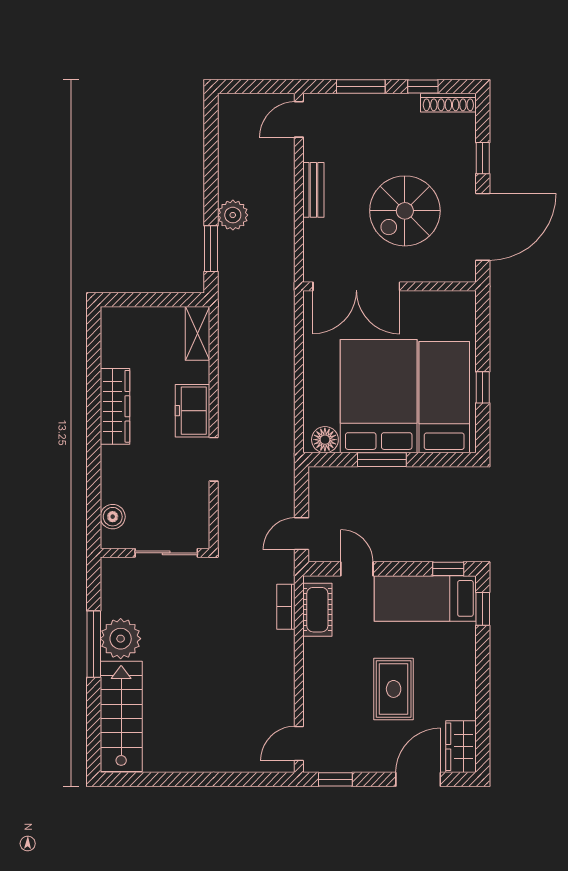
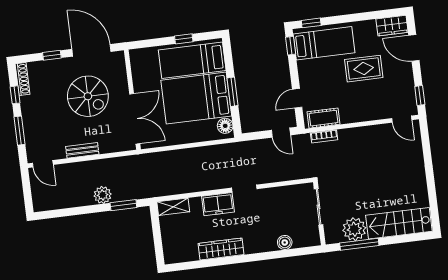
wall: (155, 553) -> (319, 213), moved
sliding door: (166, 553) -> (319, 207), moved
bed: (425, 598) -> (324, 43), moved, turned -90

